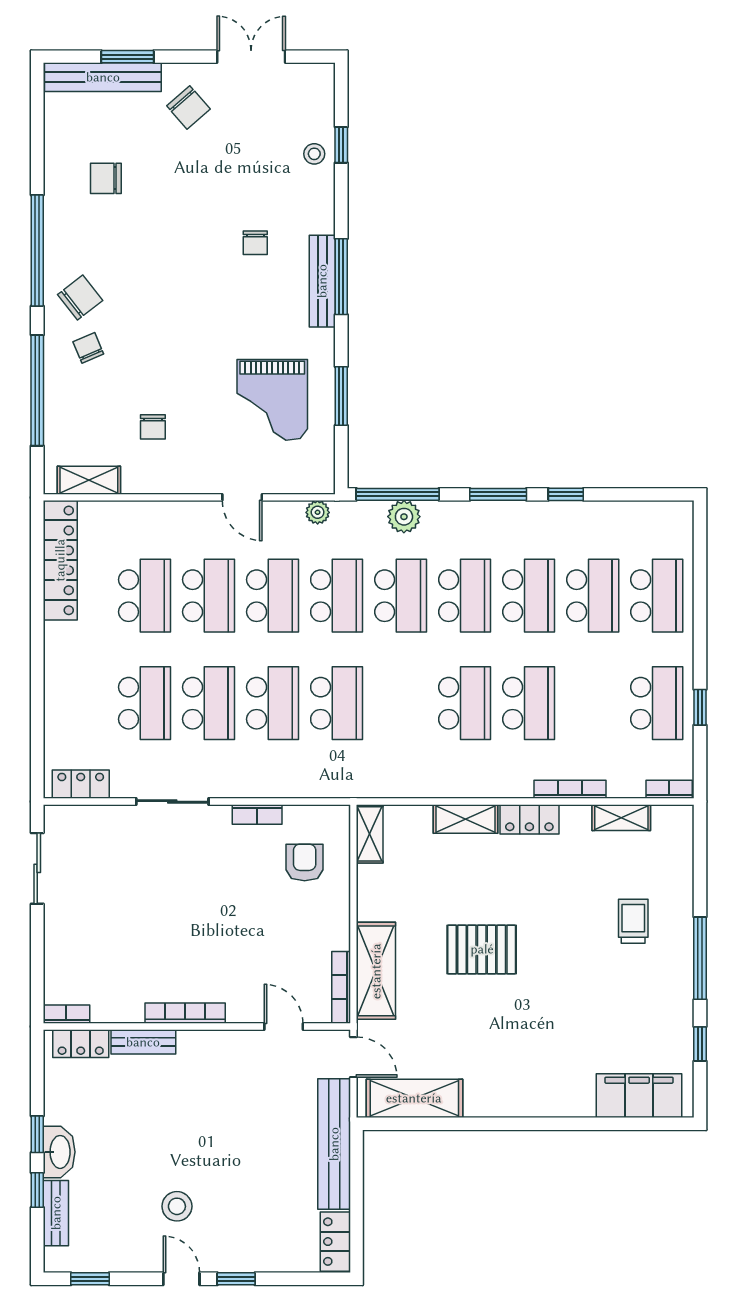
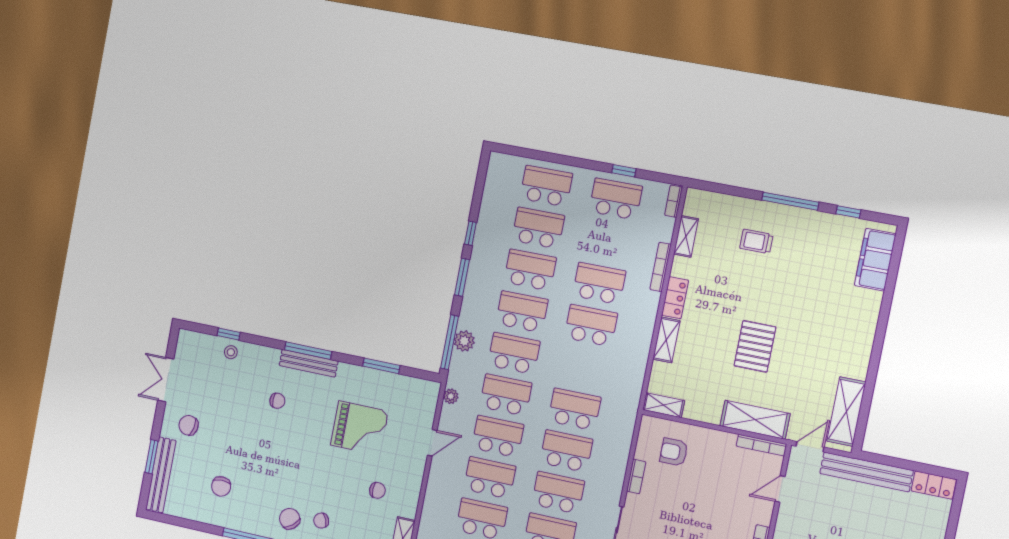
chair: (188, 107) -> (189, 425), turned -126
grand piano: (272, 400) -> (359, 428), moved

